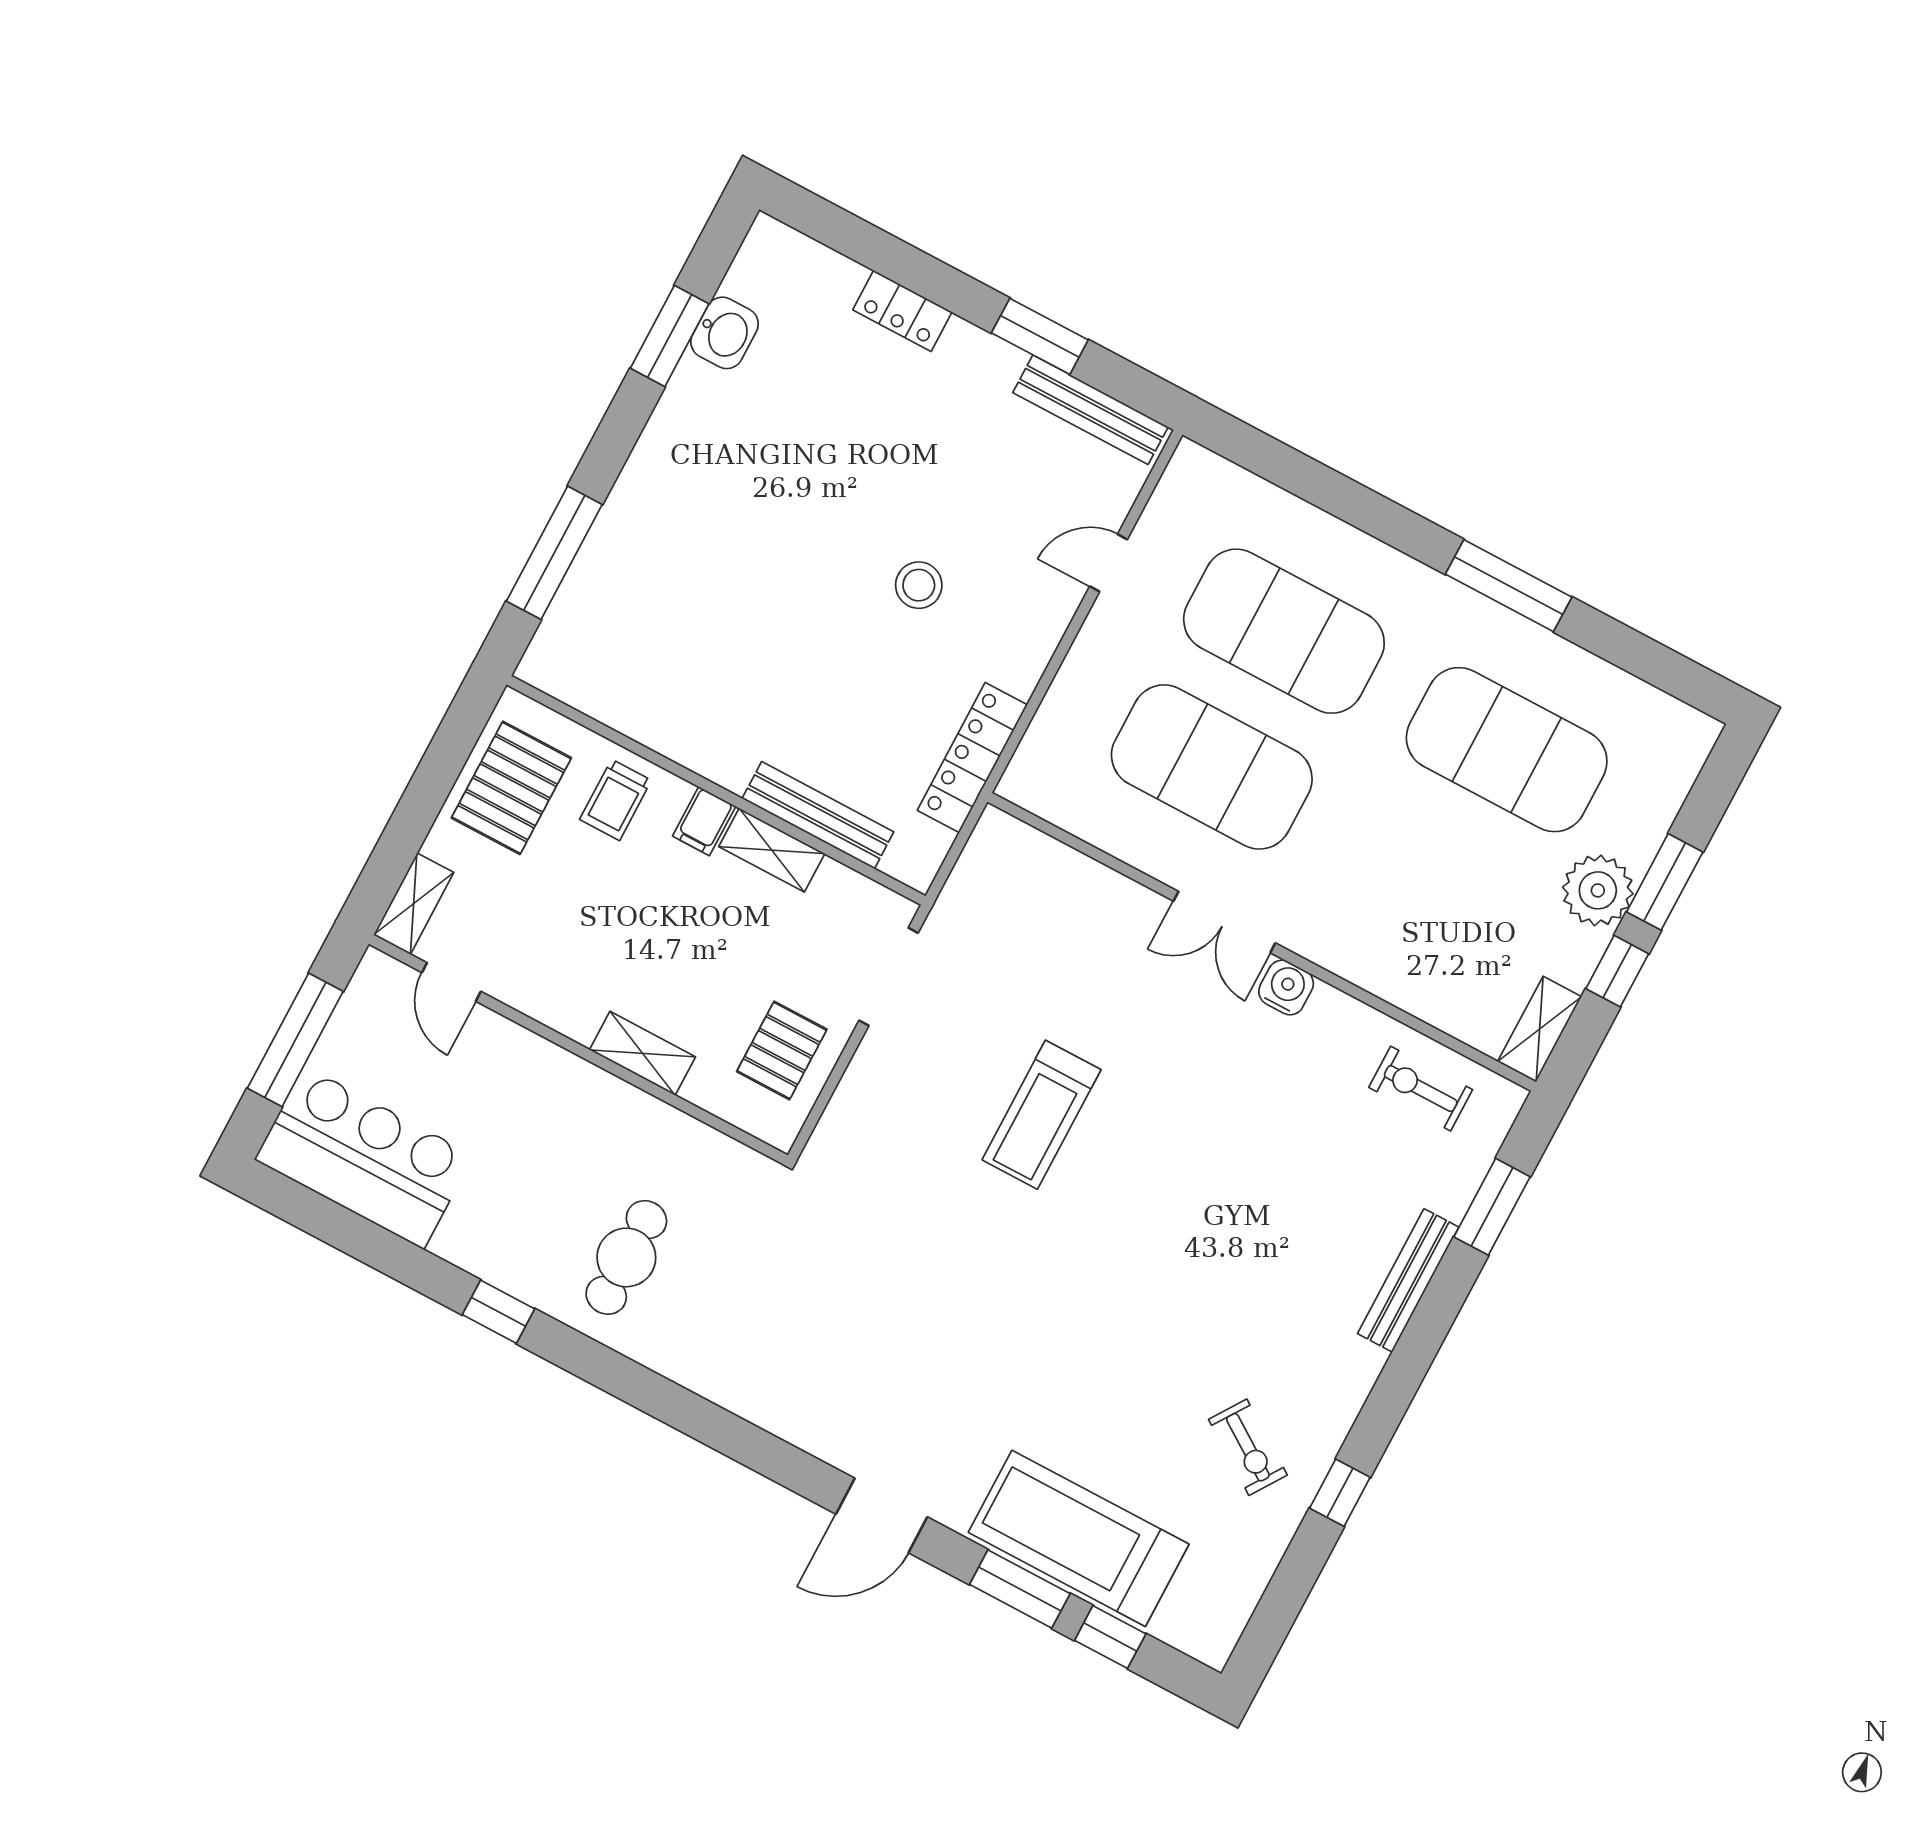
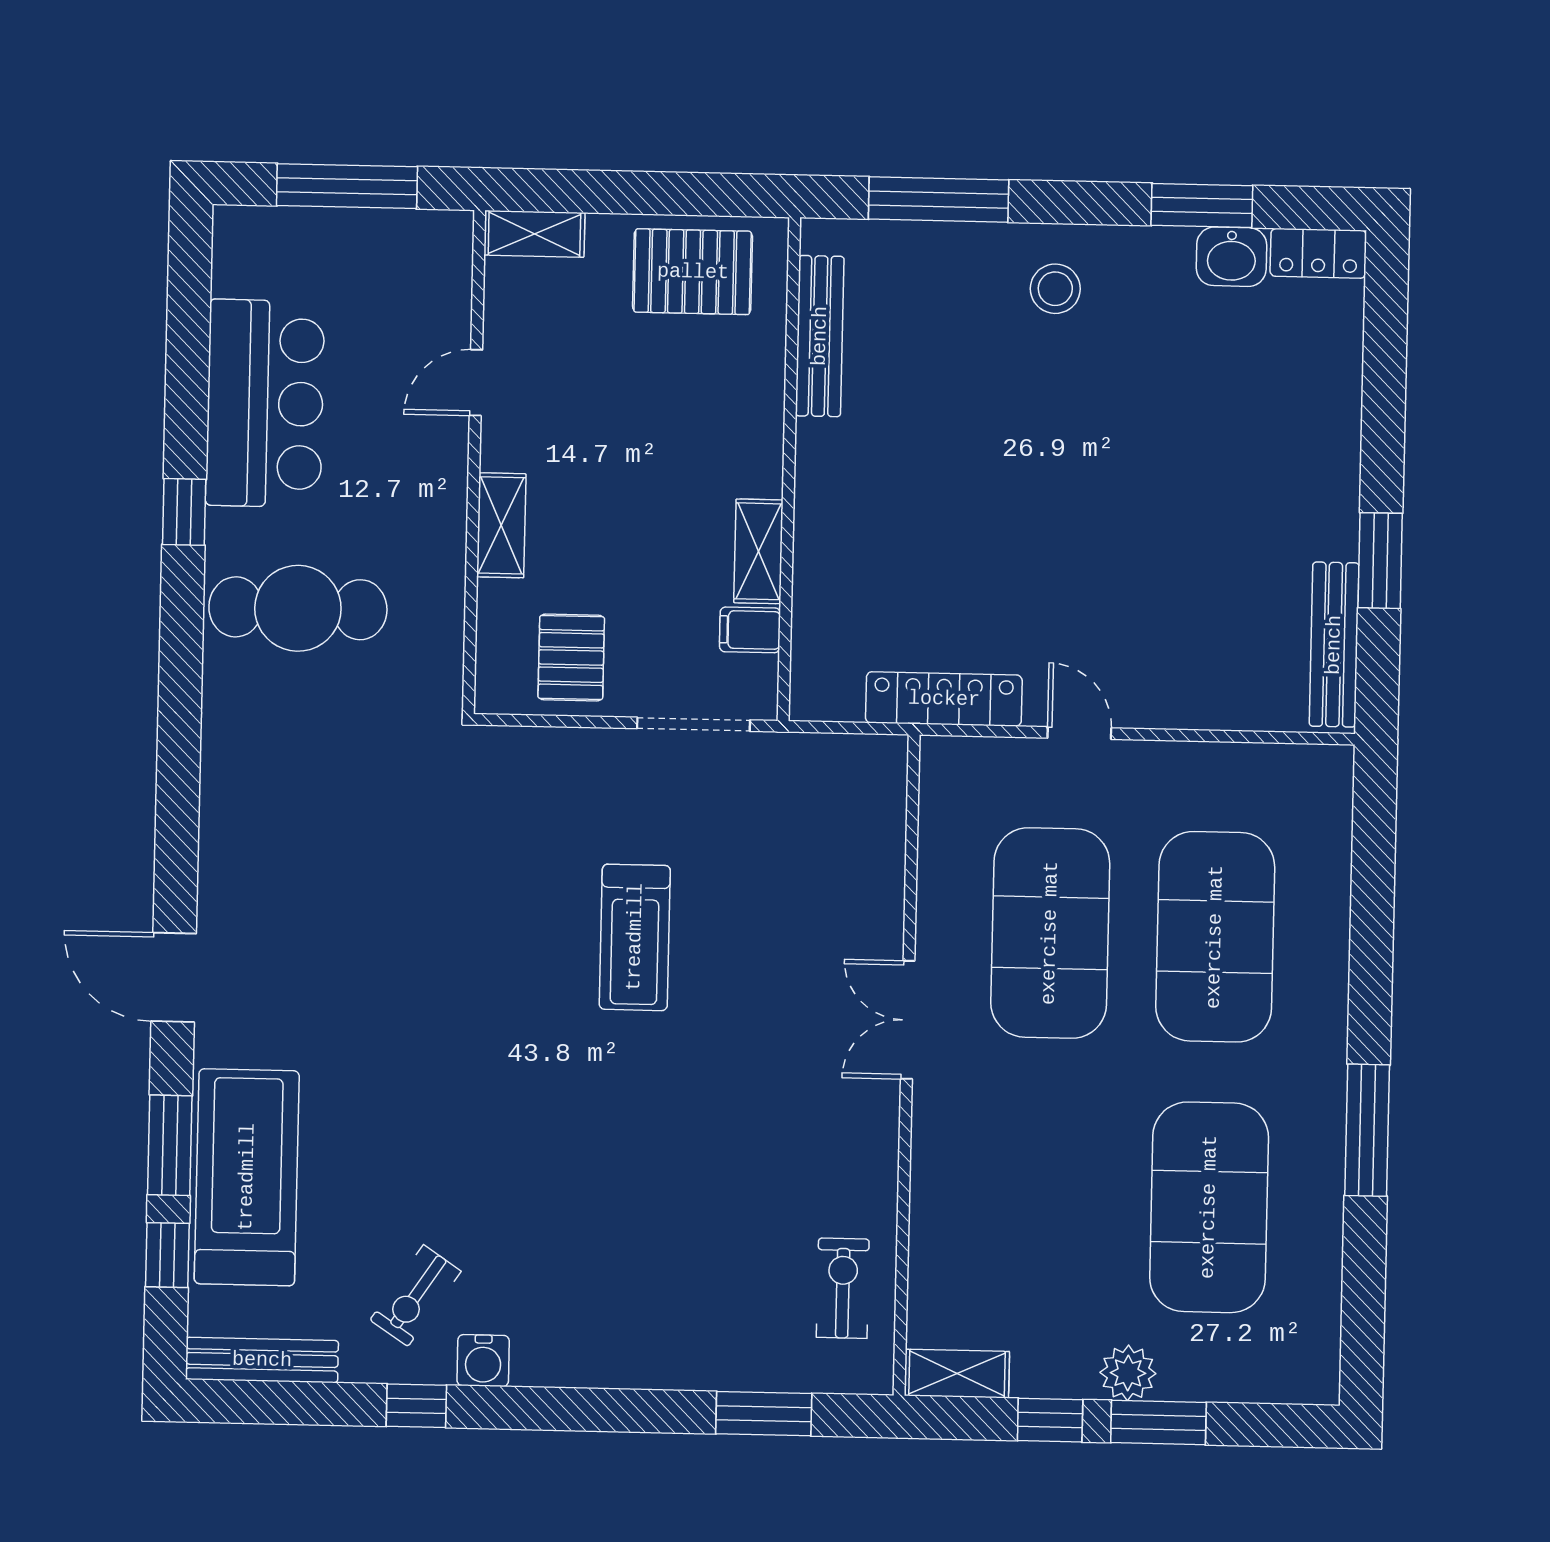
locker: (902, 311) -> (1318, 253), moved, turned -90
door: (1109, 563) -> (1079, 733), moved
stool: (919, 585) -> (1055, 289), moved
trolley: (616, 800) -> (731, 377), removed
bench: (818, 815) -> (820, 336), moved
filing cabinet: (704, 821) -> (750, 630), moved
plant: (1598, 890) -> (1128, 1373), width x0.73, depth x0.73
door: (451, 982) -> (476, 383), moved
water cooler: (1286, 988) -> (483, 1361), moved, turned 90
pallet: (782, 1050) -> (571, 658), turned 90
treadmill: (1041, 1115) -> (635, 937), turned -90
bar counter: (364, 1158) -> (265, 403), moved
cafe table: (626, 1257) -> (298, 608), width x1.37, depth x1.35
bench: (1408, 1280) -> (262, 1360), moved

